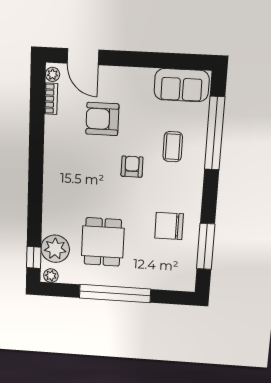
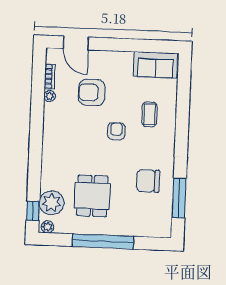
plant: (53, 74) -> (50, 96), moved
window: (215, 133) -> (183, 103), removed

